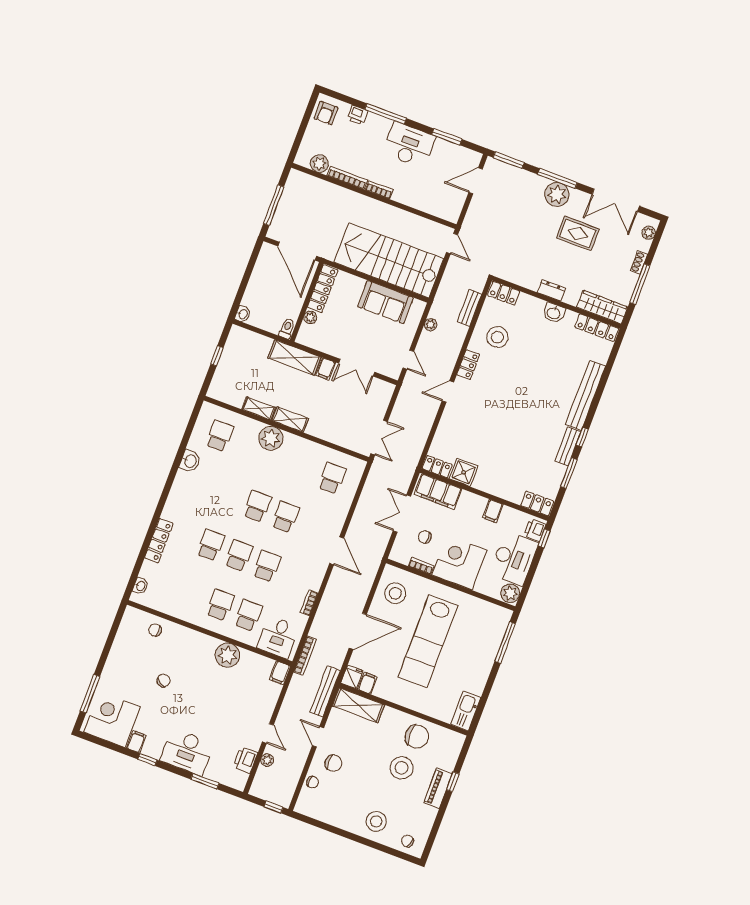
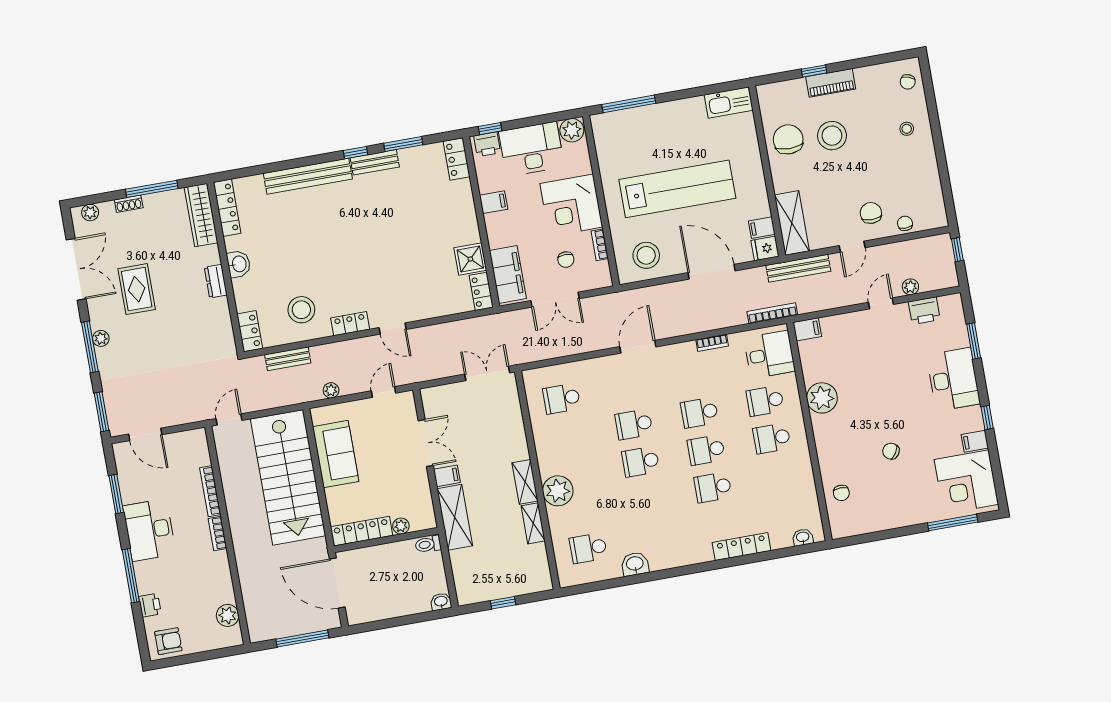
bookcase: (347, 178) -> (210, 491), moved
plant: (557, 194) -> (101, 338), width x0.53, depth x0.53
door: (297, 251) -> (337, 583), swing flipped
stool: (376, 821) -> (907, 129), width x0.53, depth x0.53

